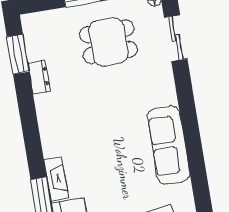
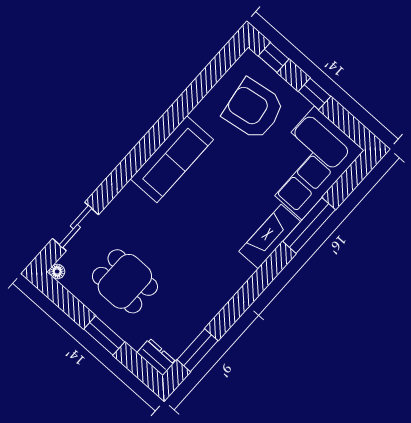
dresser: (39, 77) -> (156, 357), moved, turned 90
fireplace: (56, 179) -> (270, 236), width x1.37, depth x1.32

